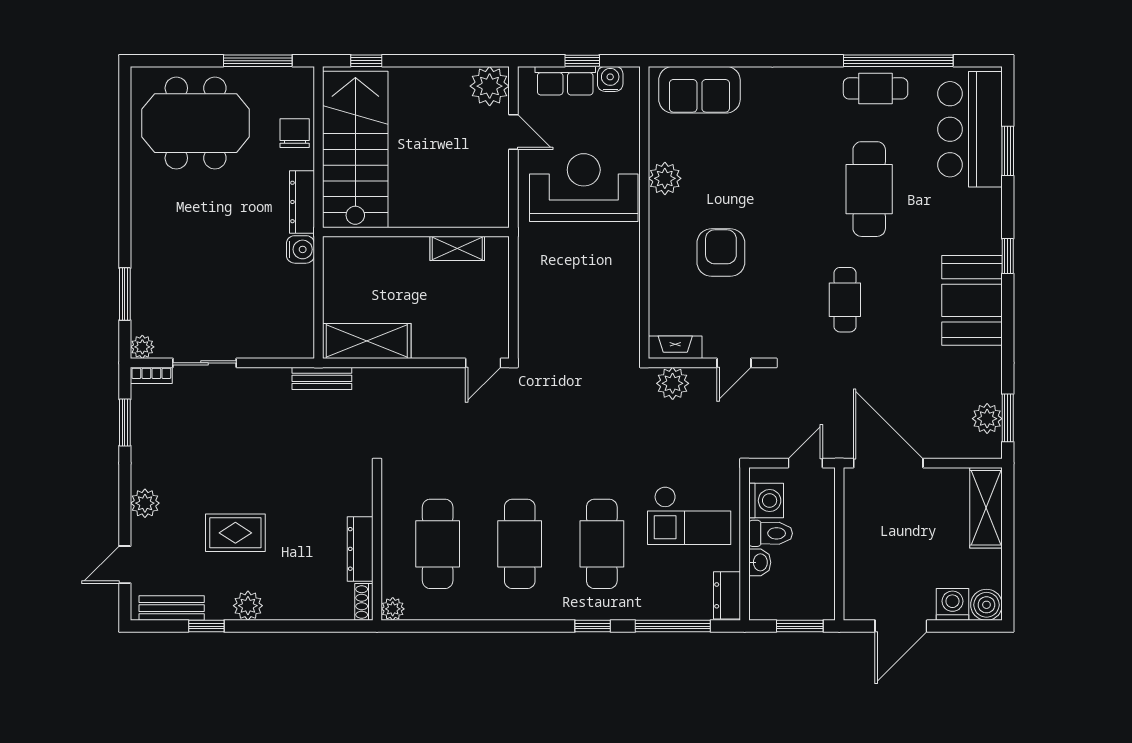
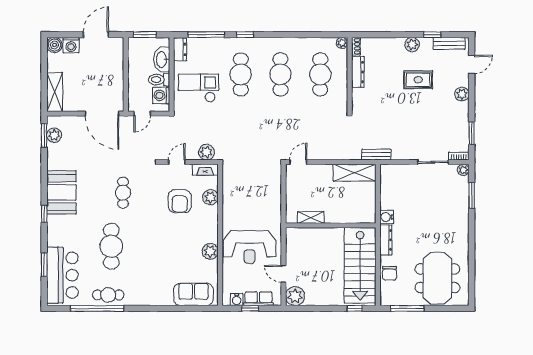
meeting table: (196, 123) -> (437, 278), turned 90
armchair: (721, 253) -> (180, 201), moved
plant: (664, 290) -> (210, 197), added
washbasin: (760, 562) -> (162, 59), width x1.91, depth x1.45

